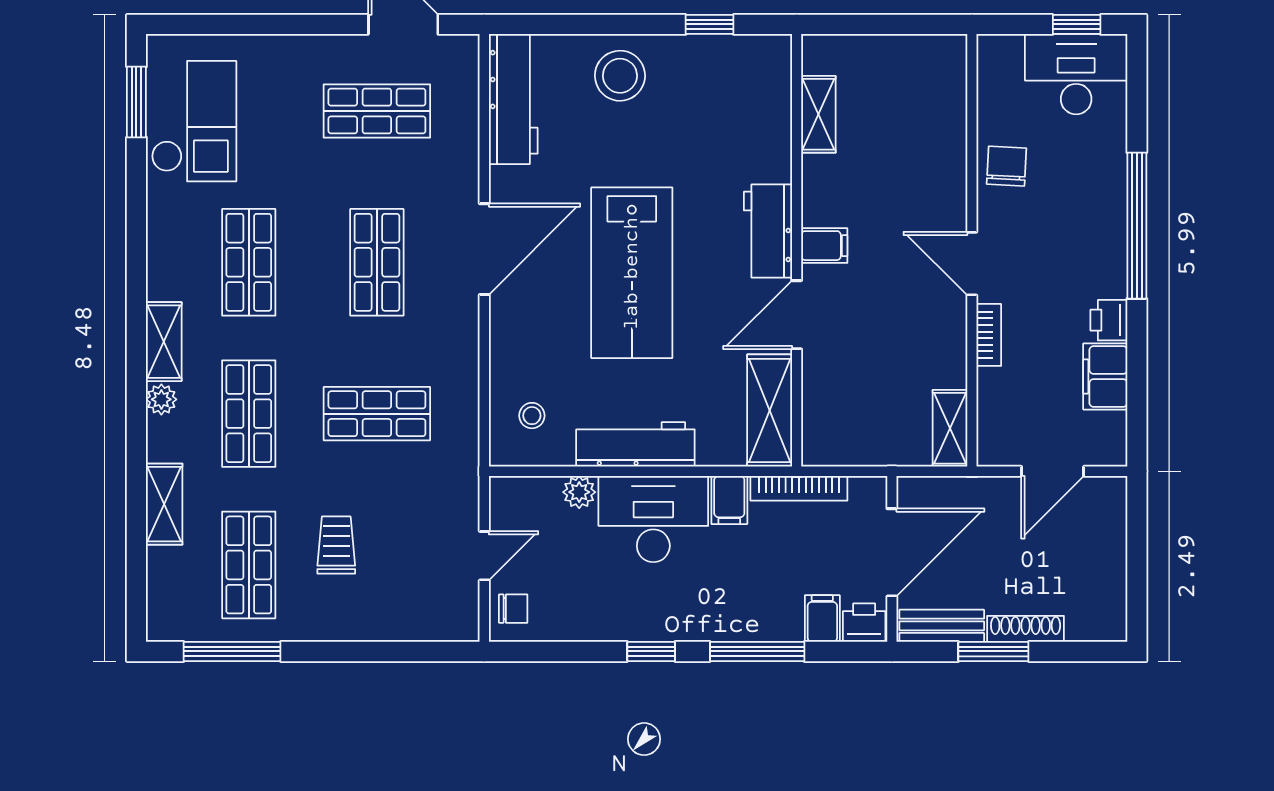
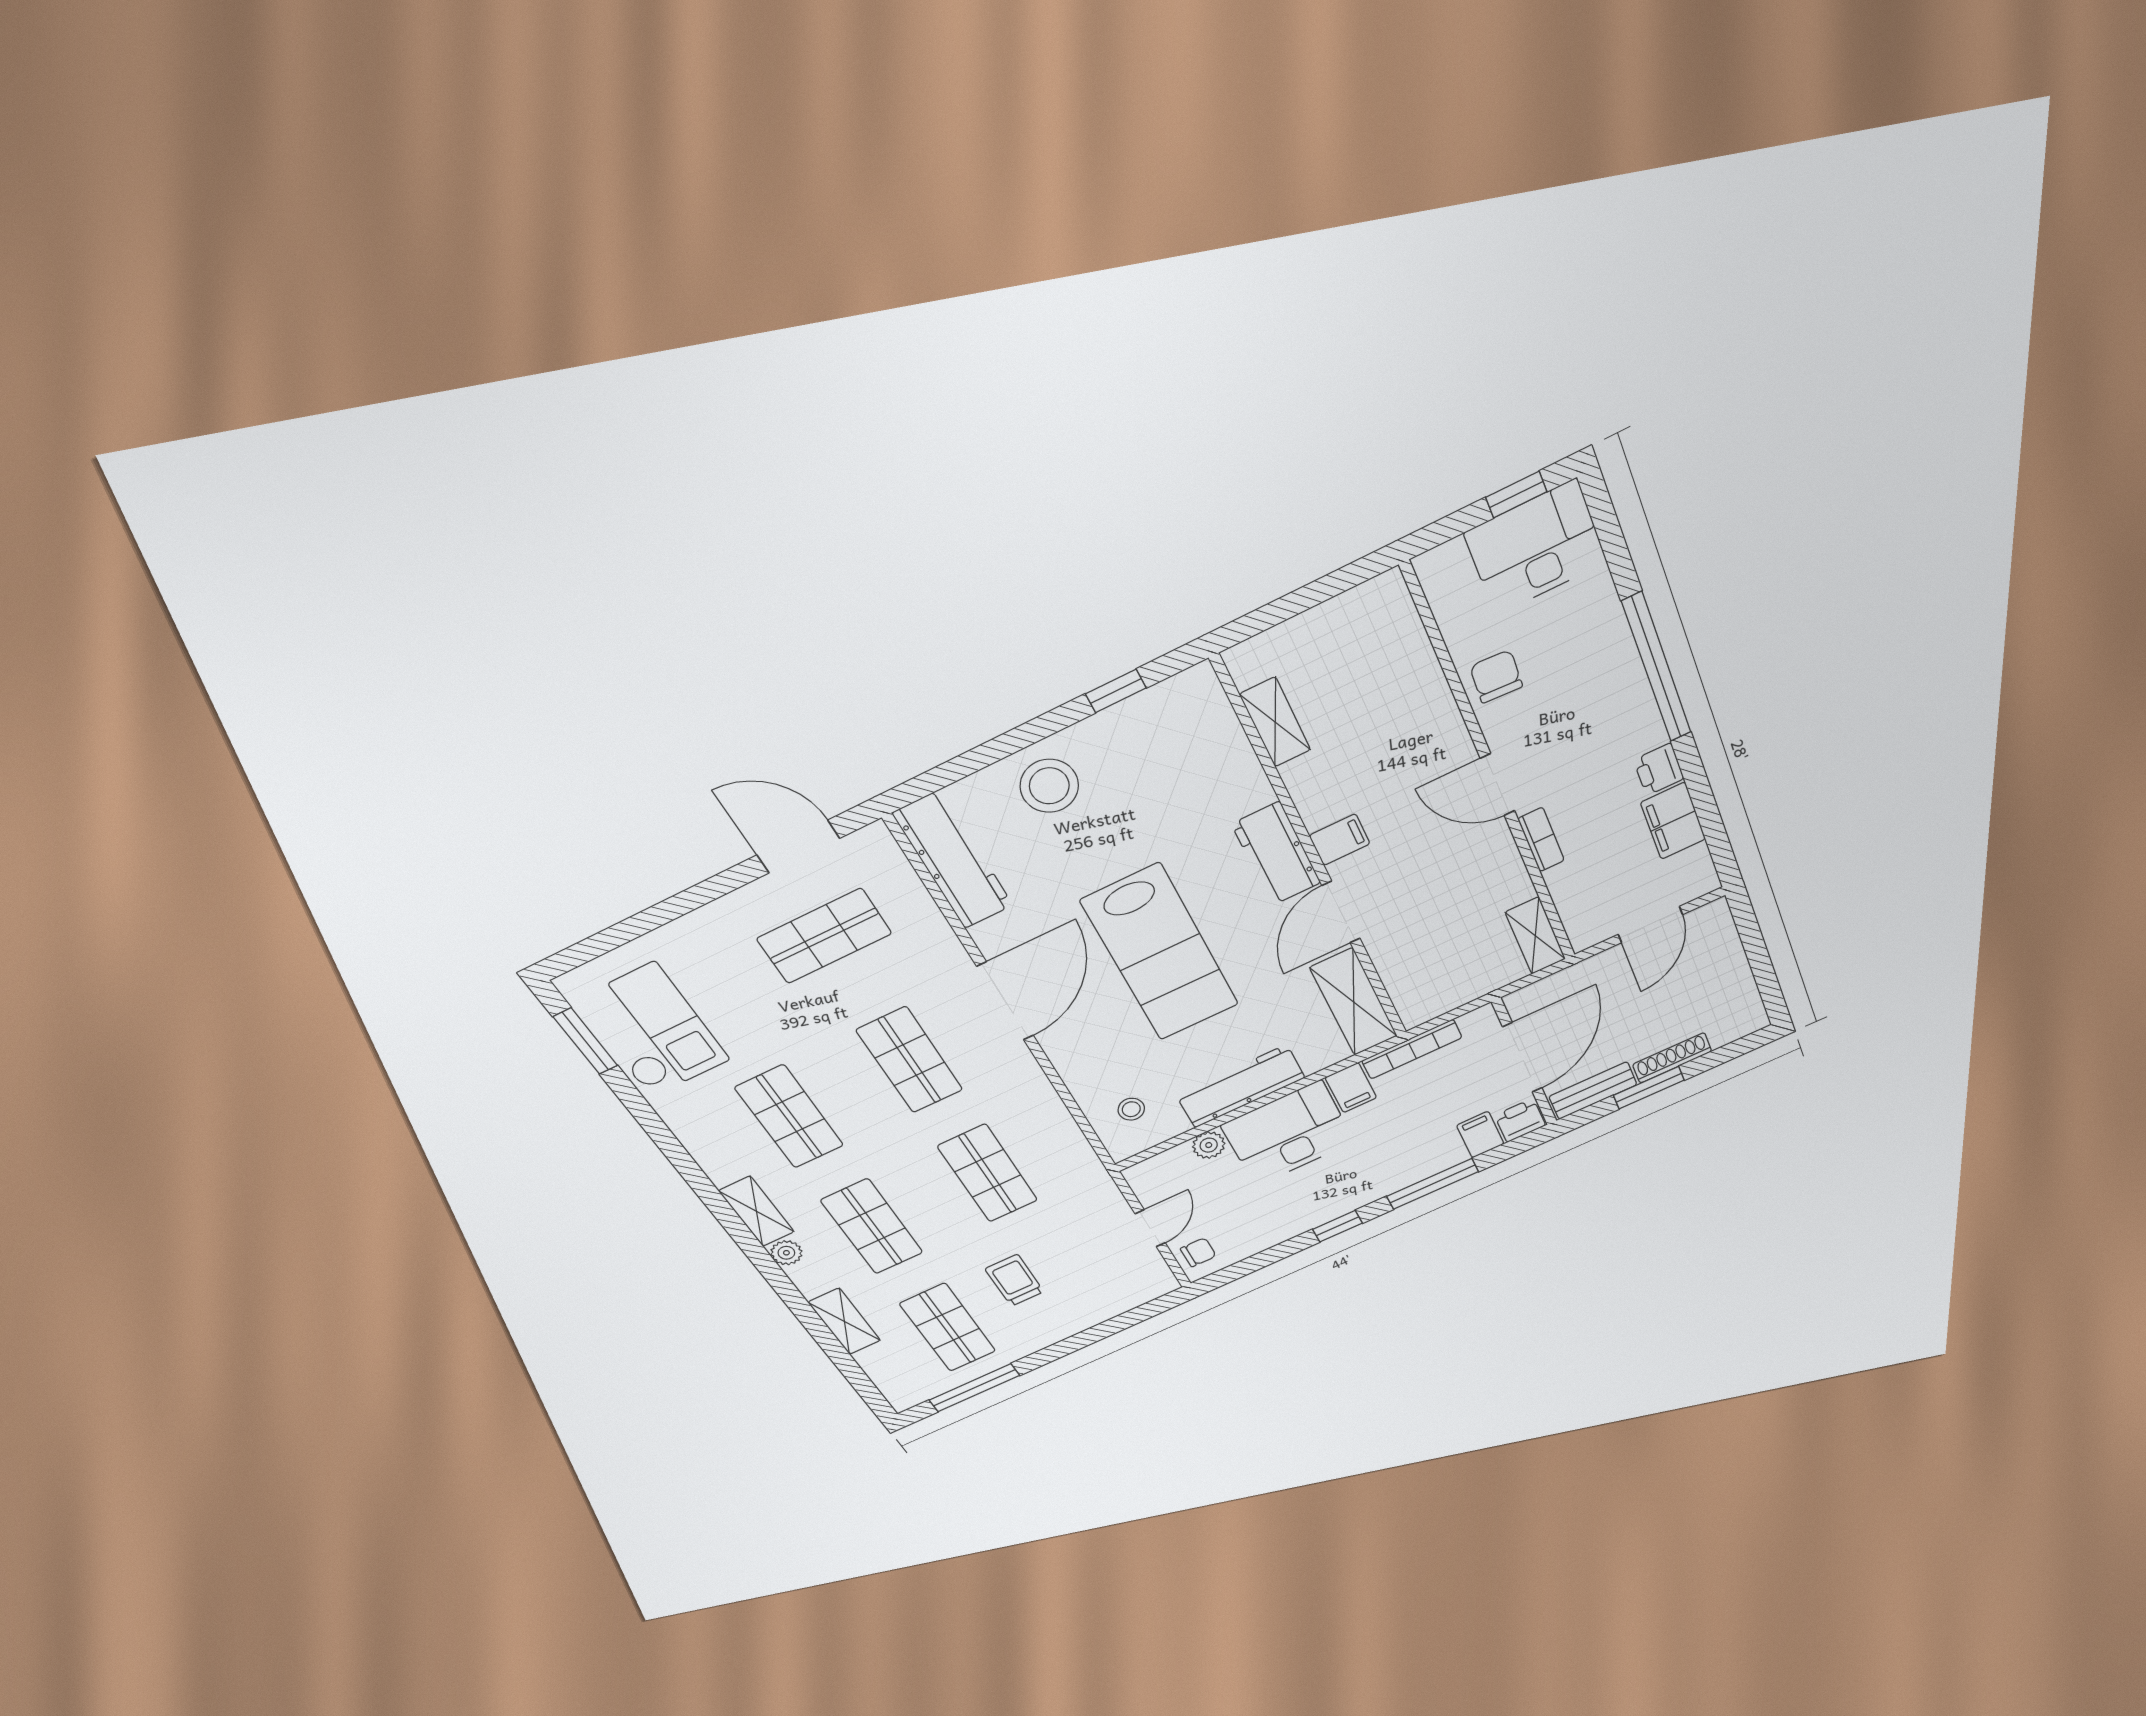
shop shelf: (377, 414) -> (988, 1173), turned 90

